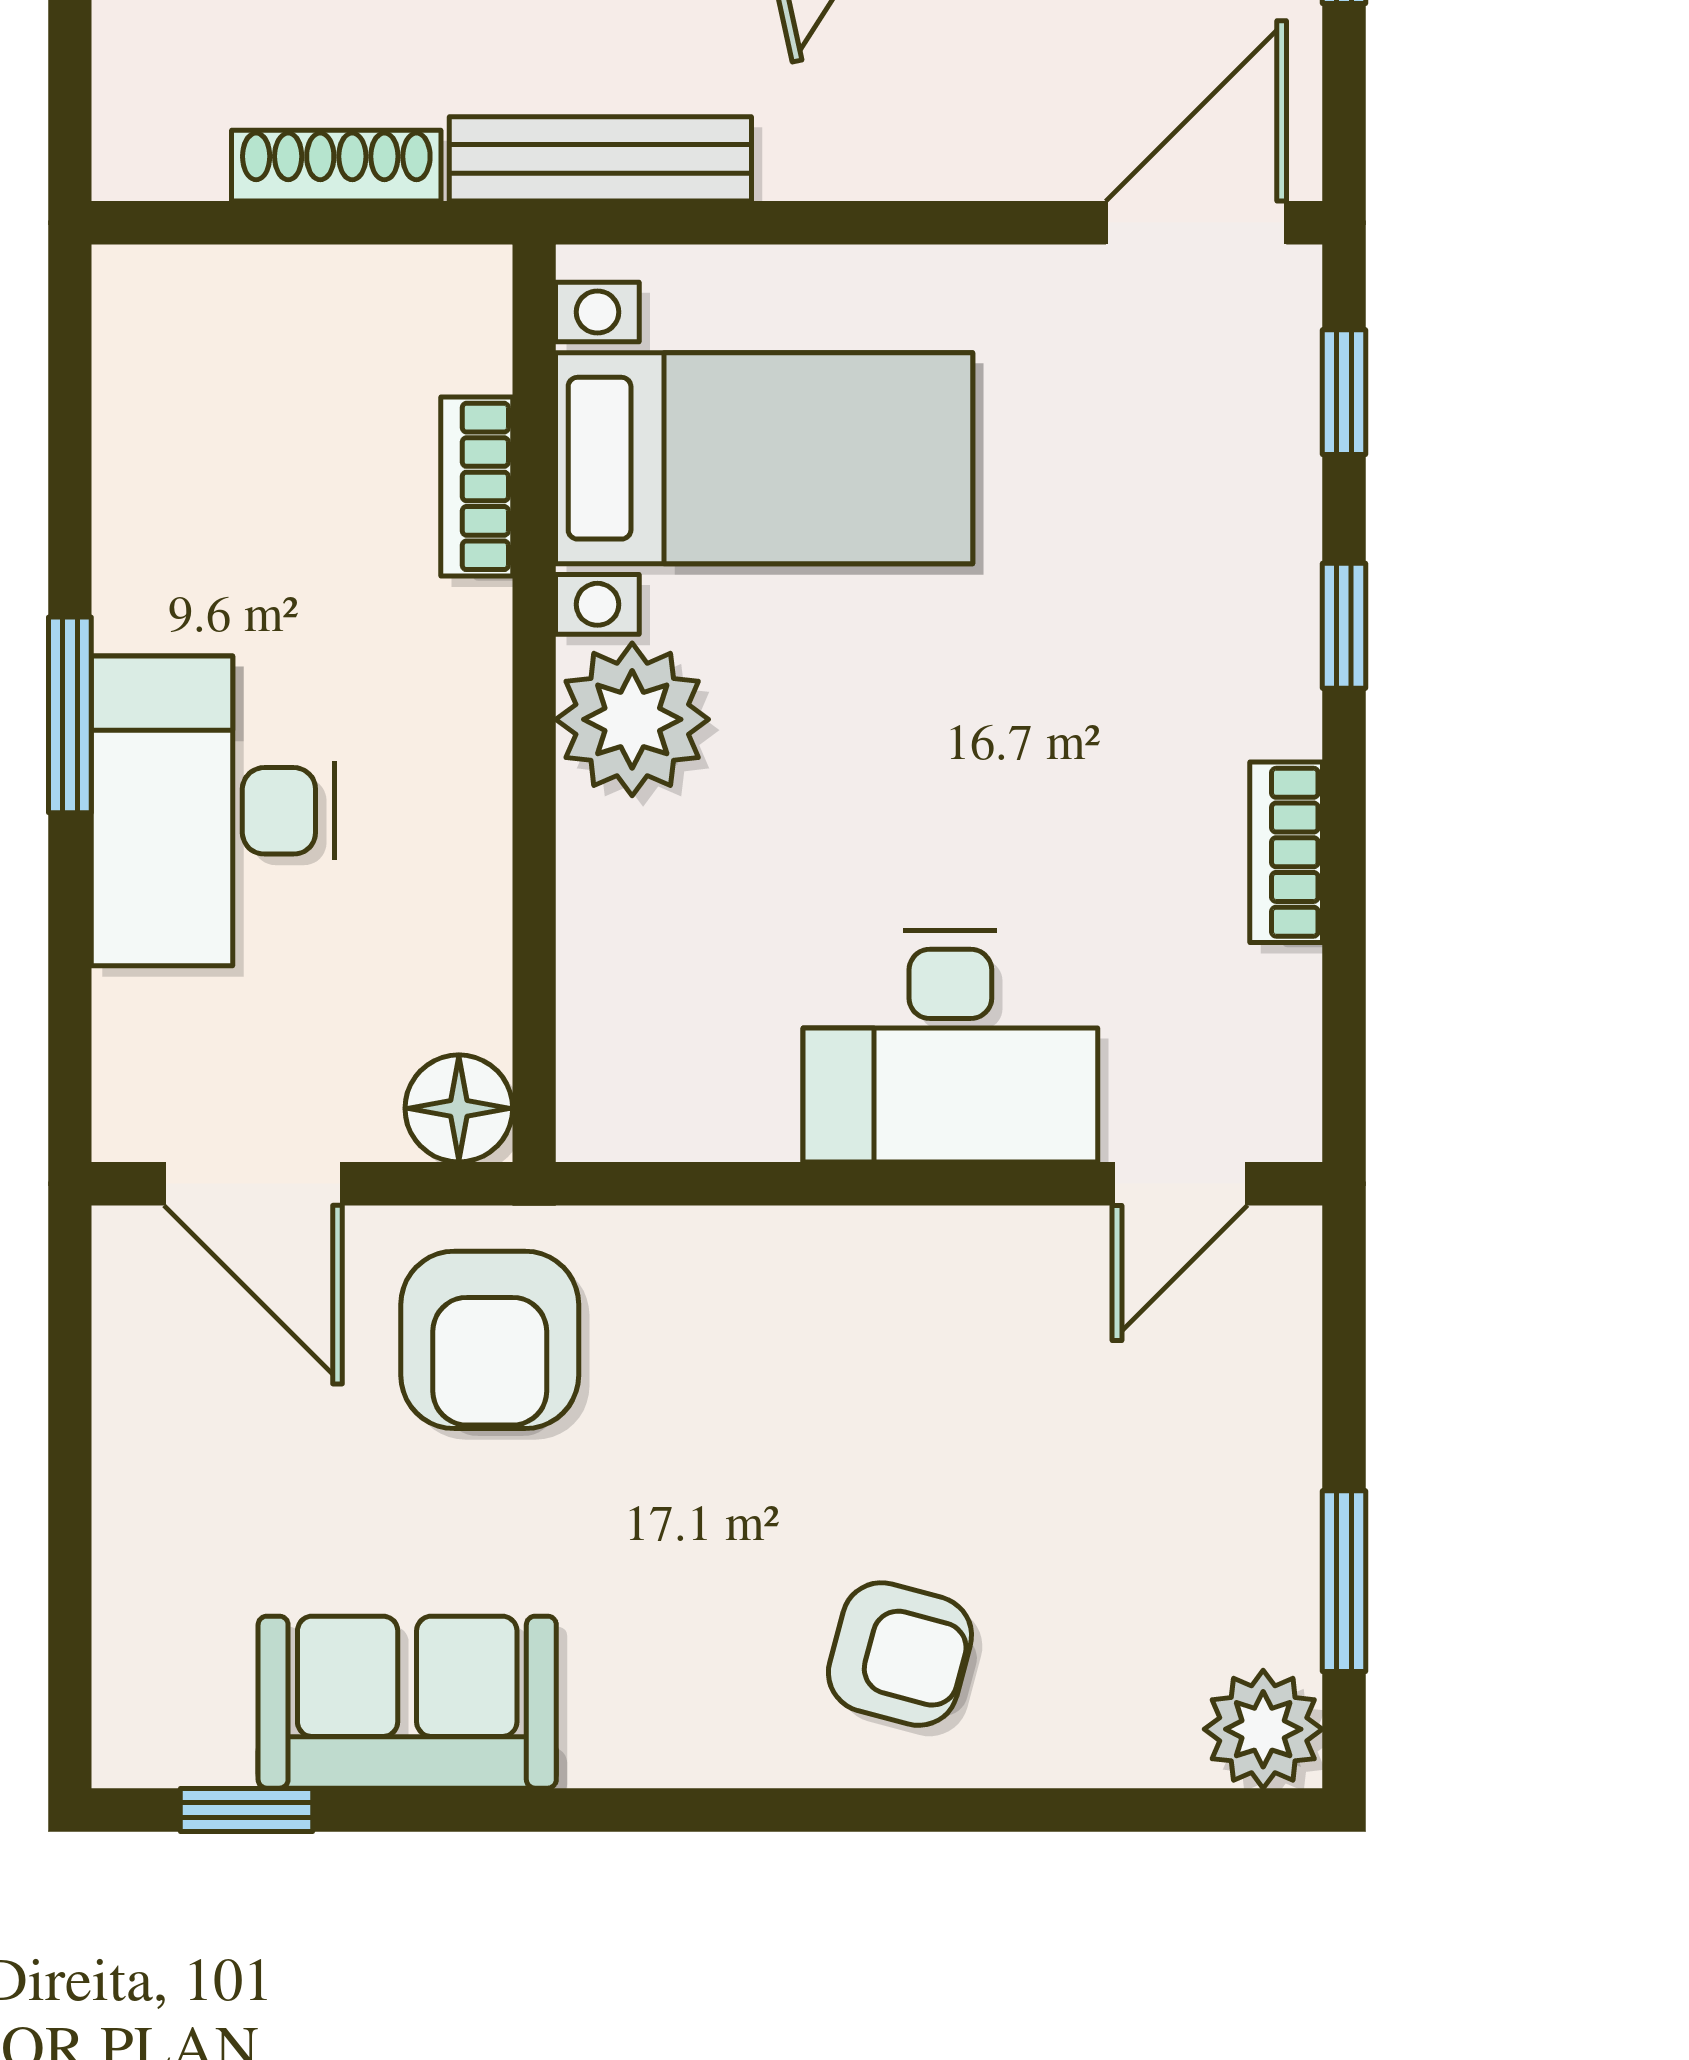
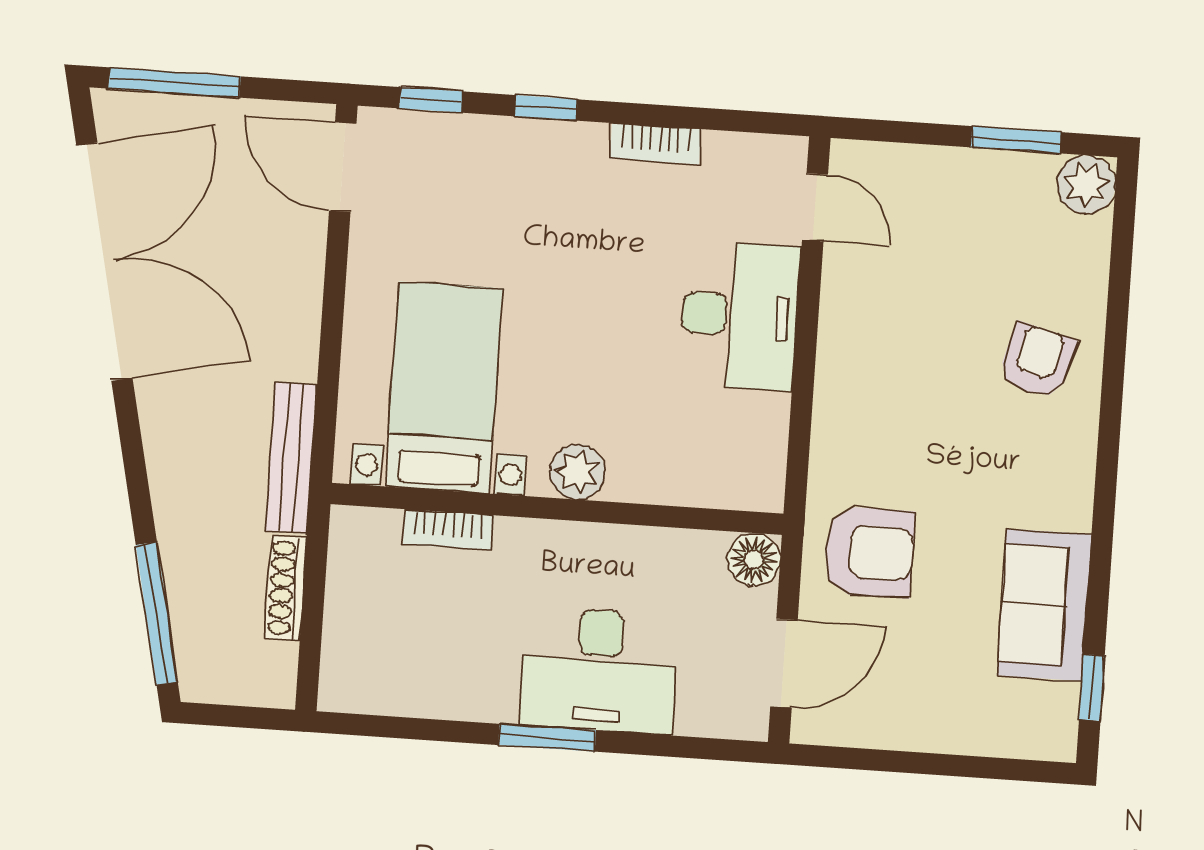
plant: (632, 719) -> (578, 472), width x0.73, depth x0.73

